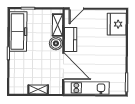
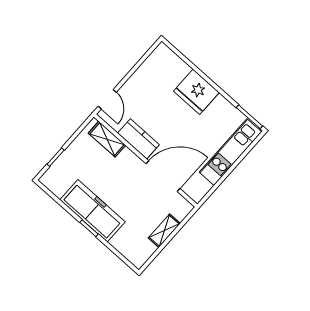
fridge: (117, 24) -> (196, 92), moved
freezer: (18, 31) -> (93, 211), moved
boiler: (56, 43) -> (128, 161), removed
kitchen unit: (87, 88) -> (230, 152), moved

